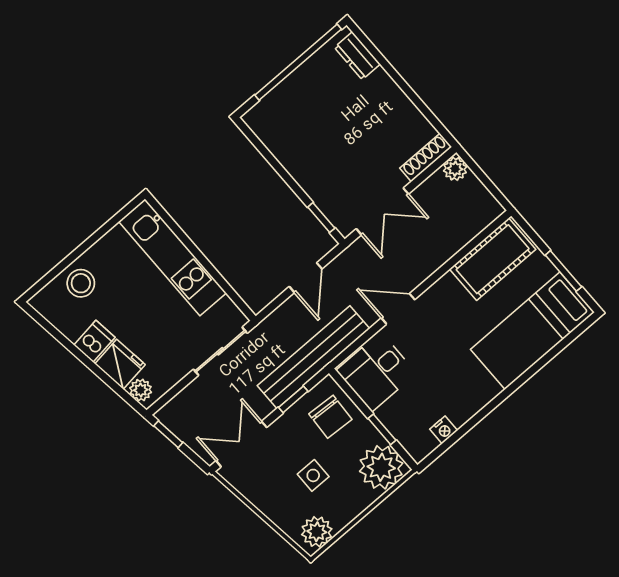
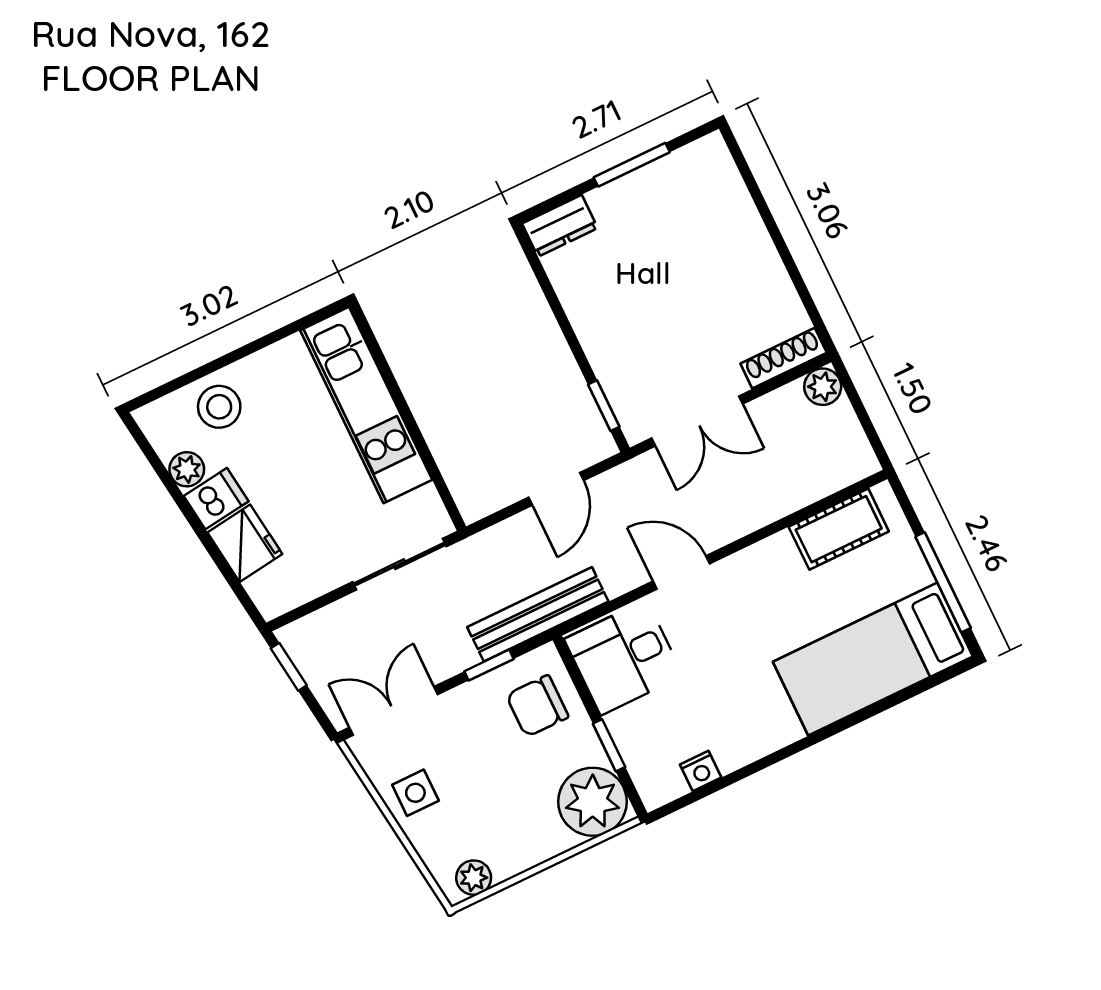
dresser: (357, 56) -> (560, 226), moved, turned -90
window: (298, 62) -> (632, 165), width x0.47
cot: (493, 259) -> (839, 529), width x0.73, depth x0.75
window: (563, 271) -> (943, 582), width x1.44
bench: (313, 357) -> (538, 614), width x0.73, depth x0.82
plant: (141, 390) -> (187, 469), moved
chair: (330, 417) -> (537, 706), turned 87
side table: (313, 475) -> (415, 793), moved
plant: (317, 532) -> (474, 878), width x0.73, depth x0.73

